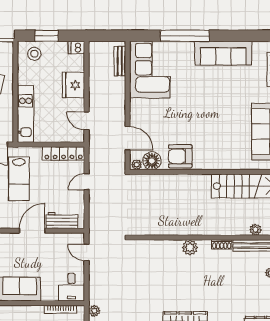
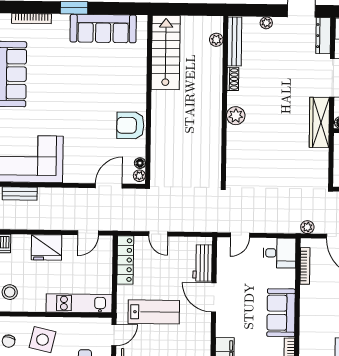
armchair: (180, 156) -> (130, 125), turned 90
floor lamp: (152, 161) -> (140, 163), width x0.53, depth x0.53

